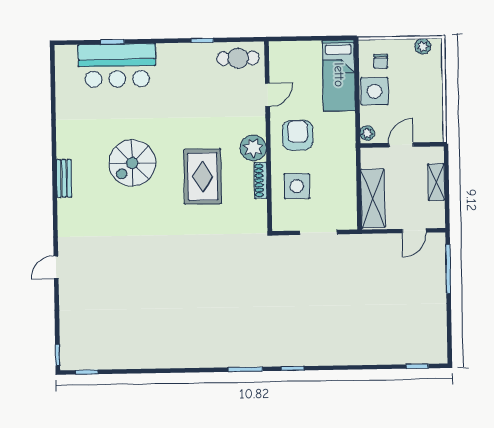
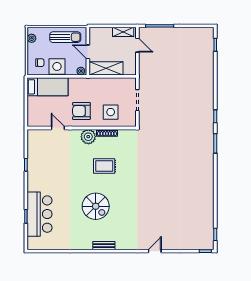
cafe table: (238, 58) -> (37, 144), removed
sun lounger: (426, 105) -> (65, 37), added
rug: (203, 177) -> (104, 166), width x0.73, depth x0.70
shelving: (436, 182) -> (123, 32), moved
shelving: (373, 198) -> (106, 68), moved
door: (56, 267) -> (155, 251), swing flipped

